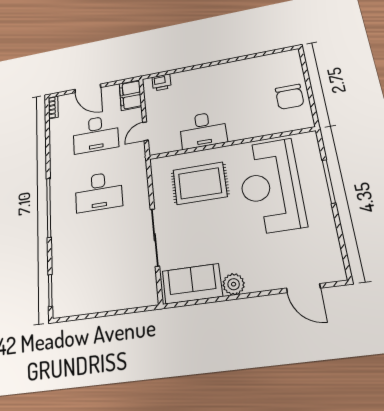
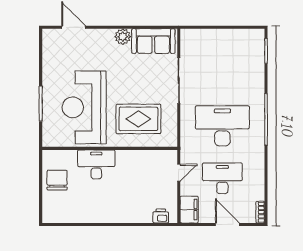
desk: (203, 130) -> (96, 164), moved
reception desk: (271, 186) -> (84, 107), turned 180
desk: (99, 192) -> (222, 126), width x1.36, depth x1.30

